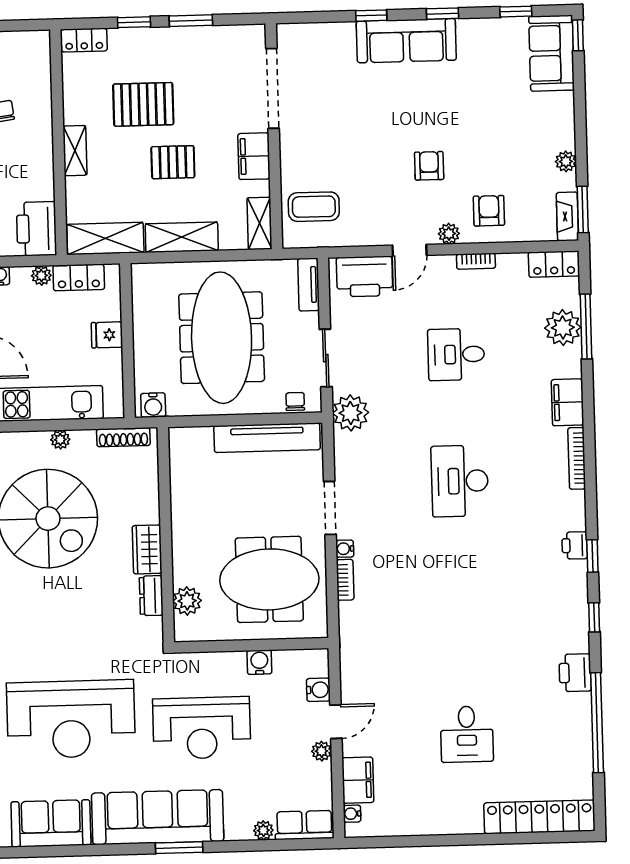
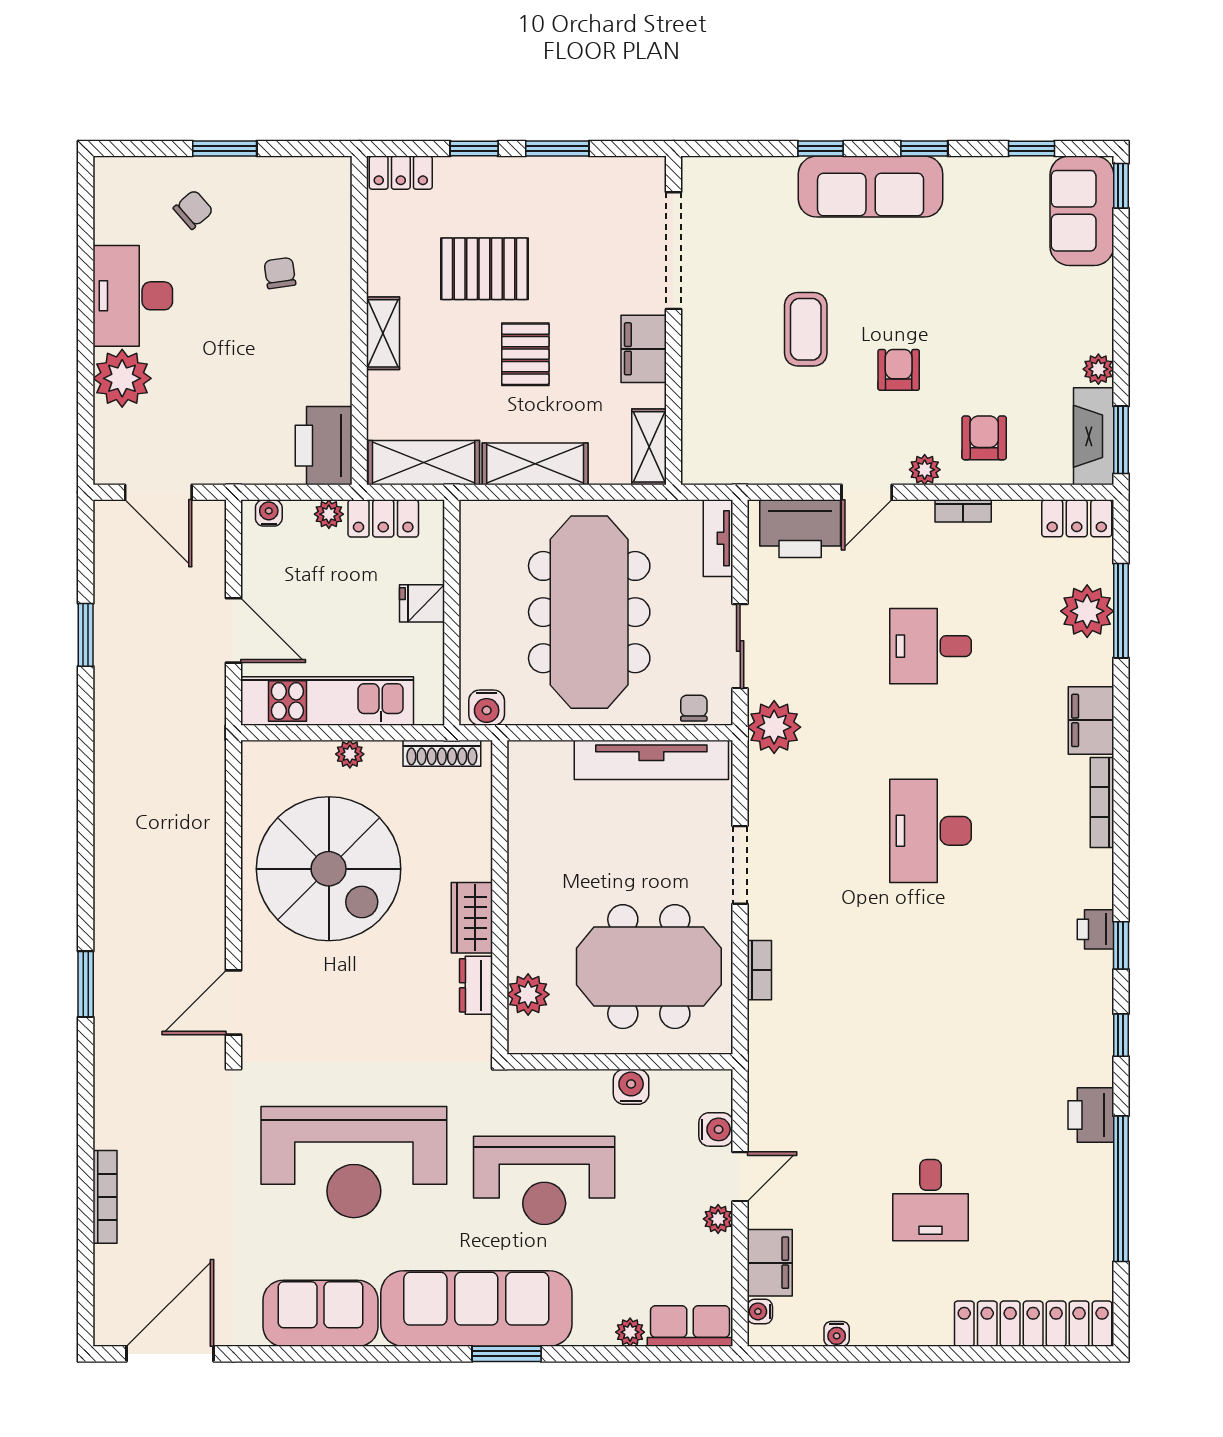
pallet: (173, 162) -> (525, 354), turned 90
coffee table: (314, 207) -> (806, 329), moved, turned 90
fireplace: (567, 216) -> (1094, 436), width x1.37, depth x1.32
water cooler: (345, 549) -> (837, 1334), moved, turned -90

